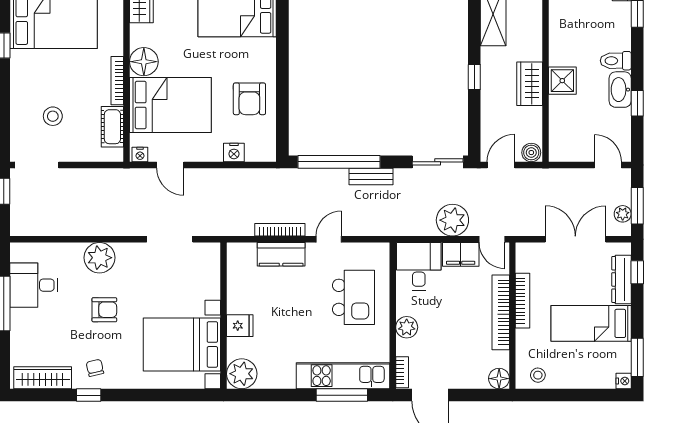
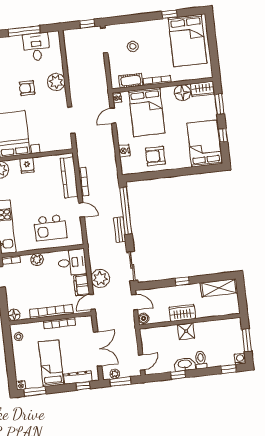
floor lamp: (144, 62) -> (182, 93), moved
kitchen counter: (281, 254) -> (69, 177), width x1.50
armchair: (104, 310) -> (27, 88), turned 90

